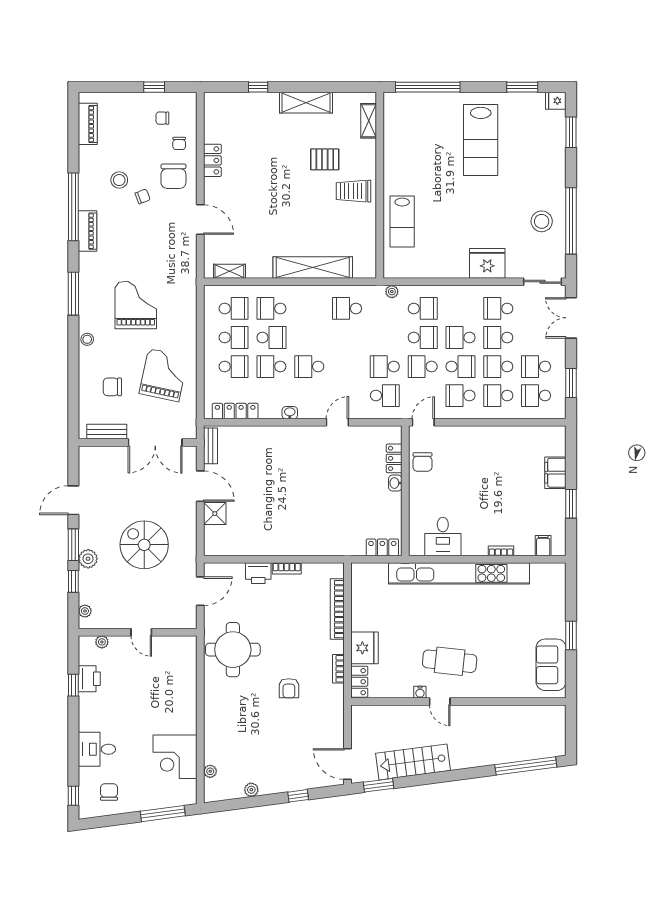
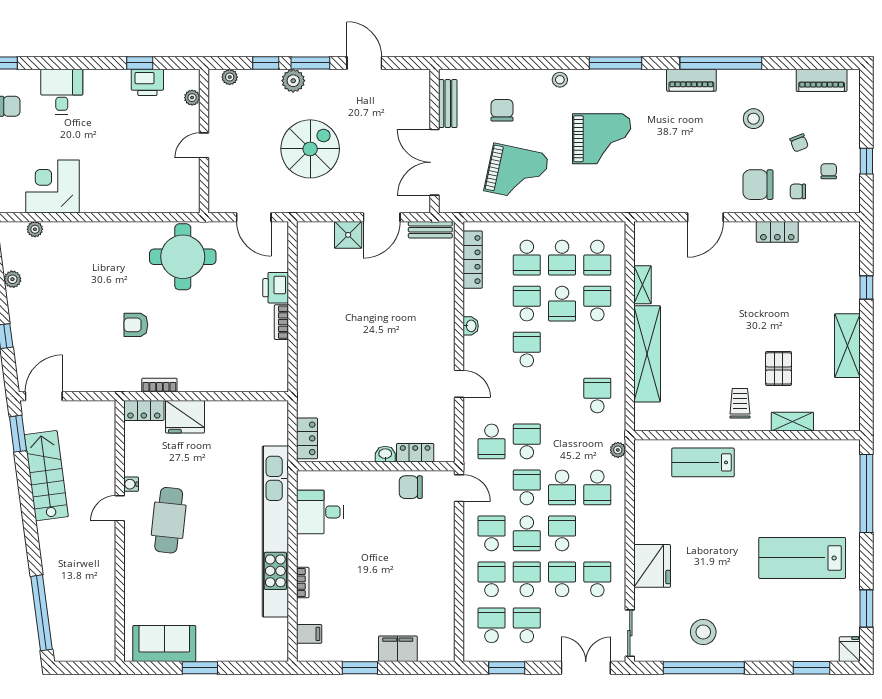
shelving: (369, 121) -> (792, 422), moved
trolley: (353, 191) -> (740, 403), width x0.73, depth x0.72
chair: (143, 196) -> (799, 143), moved
shelving: (229, 271) -> (643, 285), moved
bookcase: (337, 609) -> (232, 384), removed

